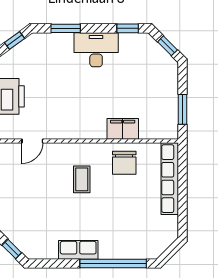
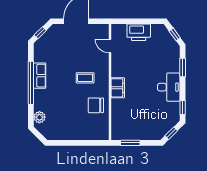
filing cabinet: (123, 129) -> (118, 88), moved
row of seats: (170, 179) -> (86, 135), removed
plant: (143, 250) -> (39, 117), added
window: (113, 264) -> (31, 83), moved

